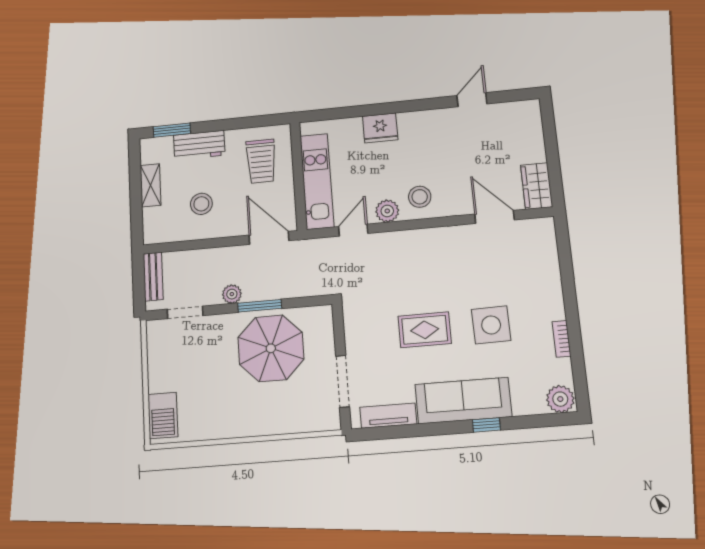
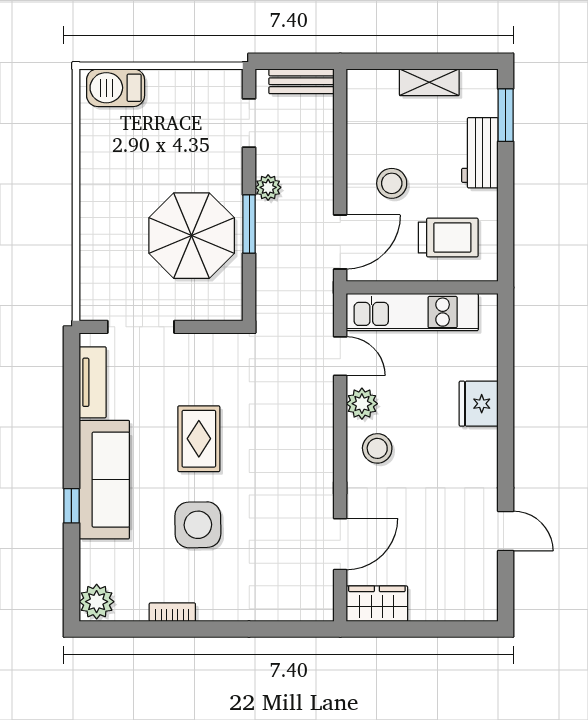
trolley: (261, 161) -> (448, 237), turned 180
stool: (201, 204) -> (392, 183), moved

